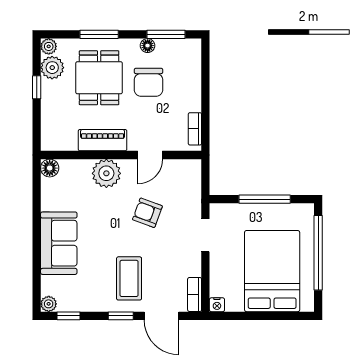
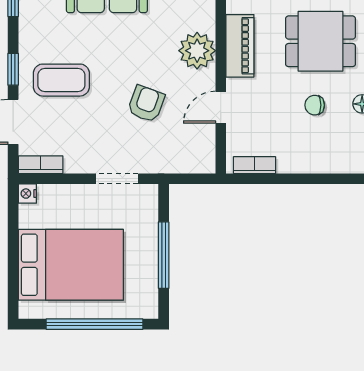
chair: (148, 82) -> (315, 105), width x0.54, depth x0.54
door: (150, 155) -> (221, 107), hinge flipped

